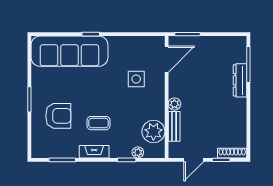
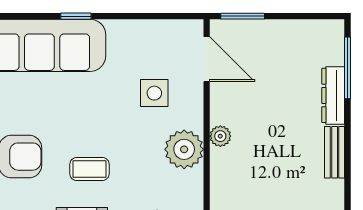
door: (167, 59) -> (207, 59), hinge flipped
bench: (174, 126) -> (335, 152), moved
plant: (153, 132) -> (184, 149), moved

